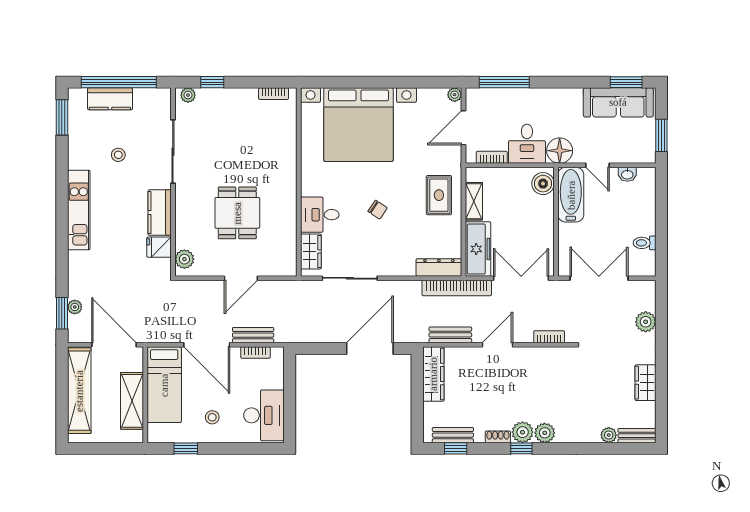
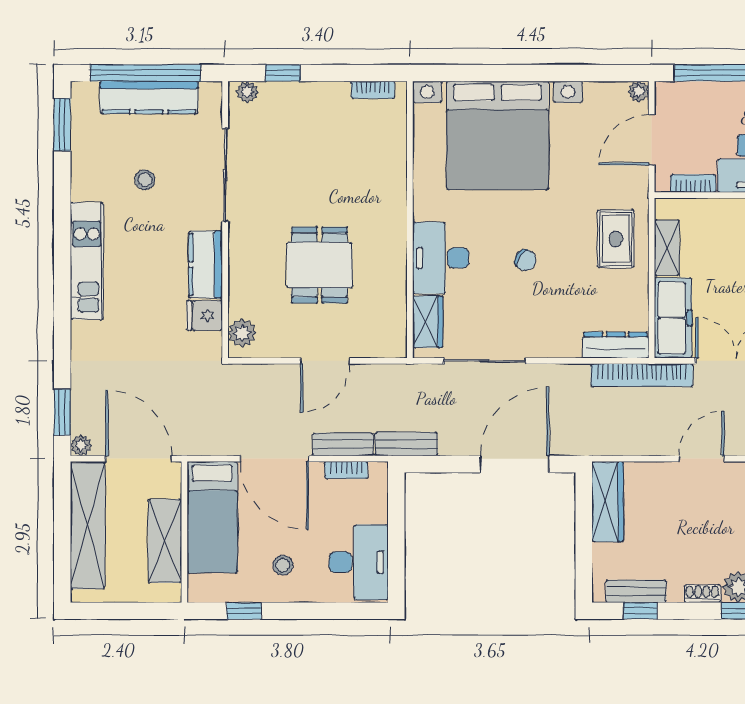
kitchen counter: (110, 99) -> (149, 97), width x1.50
desk: (320, 215) -> (441, 258), width x1.37
plant: (75, 307) -> (81, 445), moved
bench: (450, 335) -> (406, 444), moved

